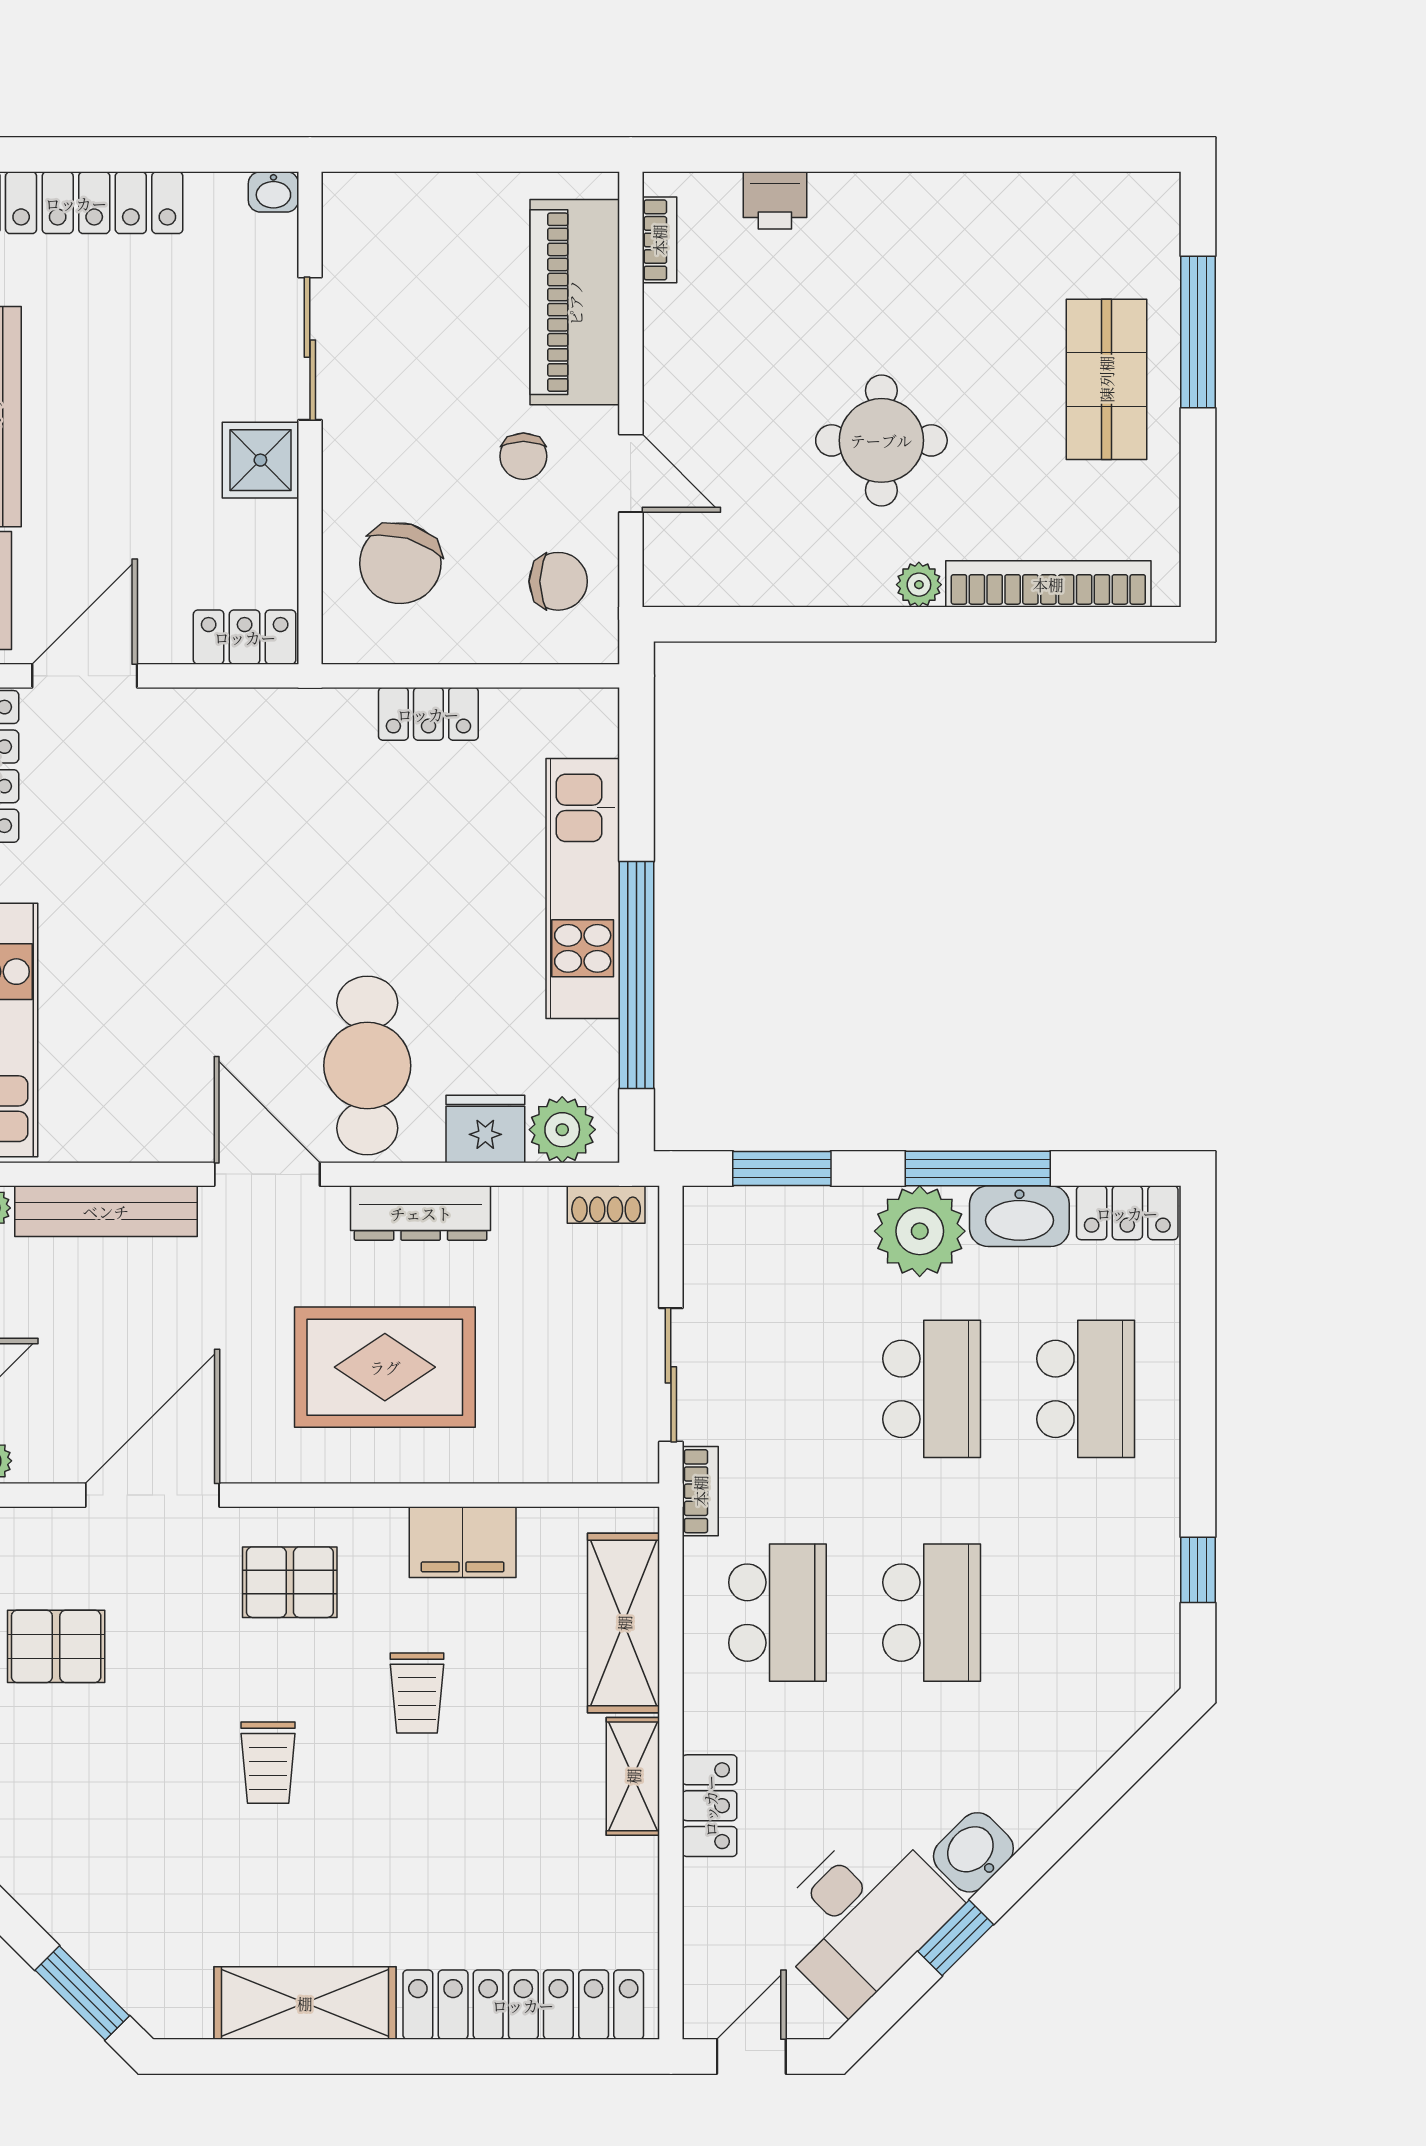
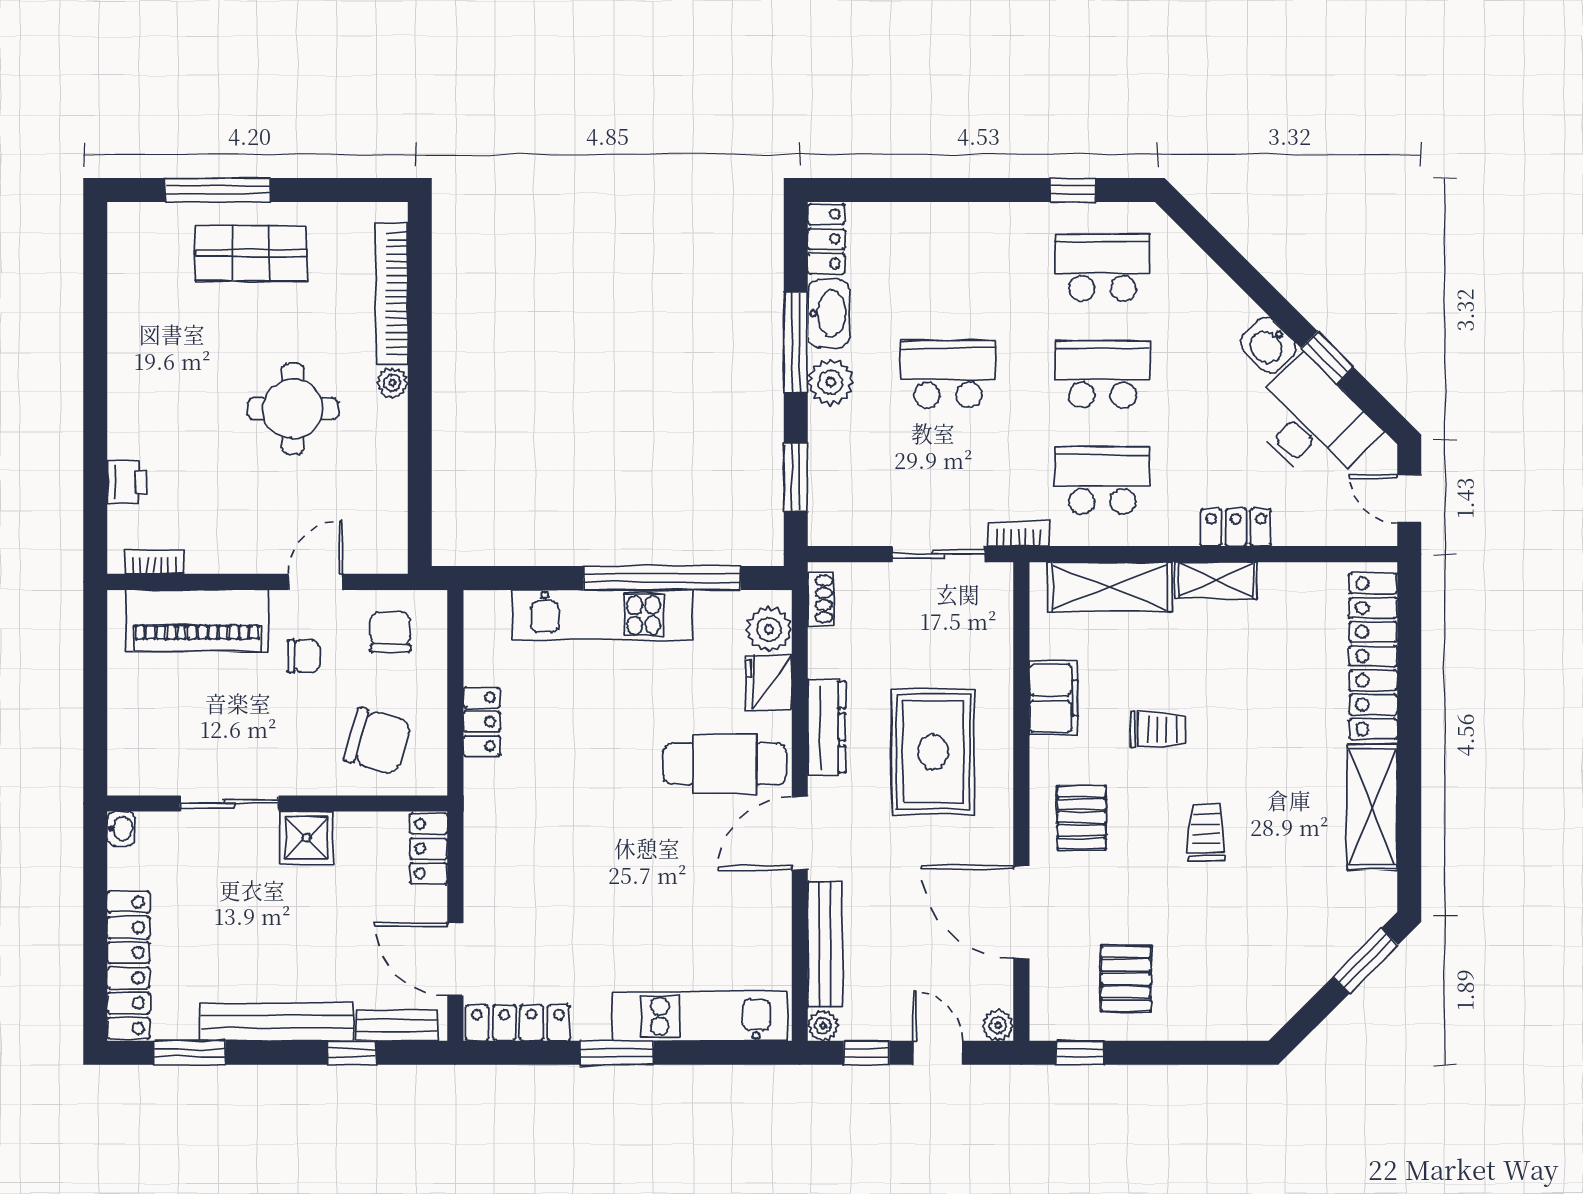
plant: (920, 1231) -> (831, 382), width x0.73, depth x0.73
school desk: (1086, 1389) -> (1102, 268), moved
trolley: (268, 1763) -> (1206, 832), turned -90

